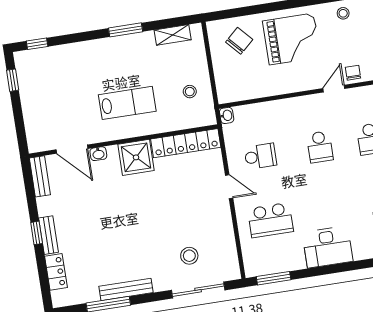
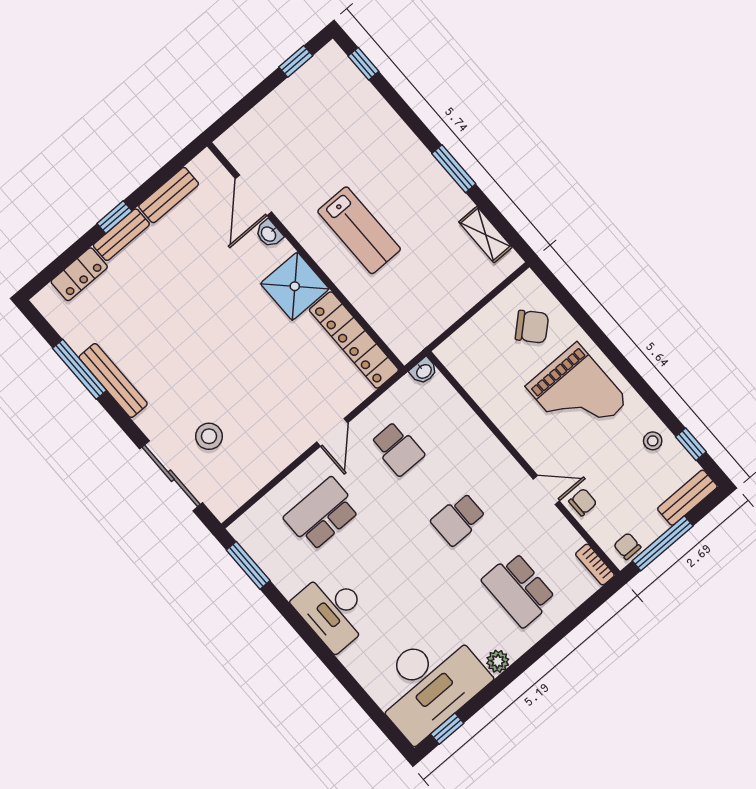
stool: (190, 92) -> (425, 303), removed
bench: (40, 176) -> (169, 195), moved
school desk: (270, 220) -> (322, 514), turned 90

